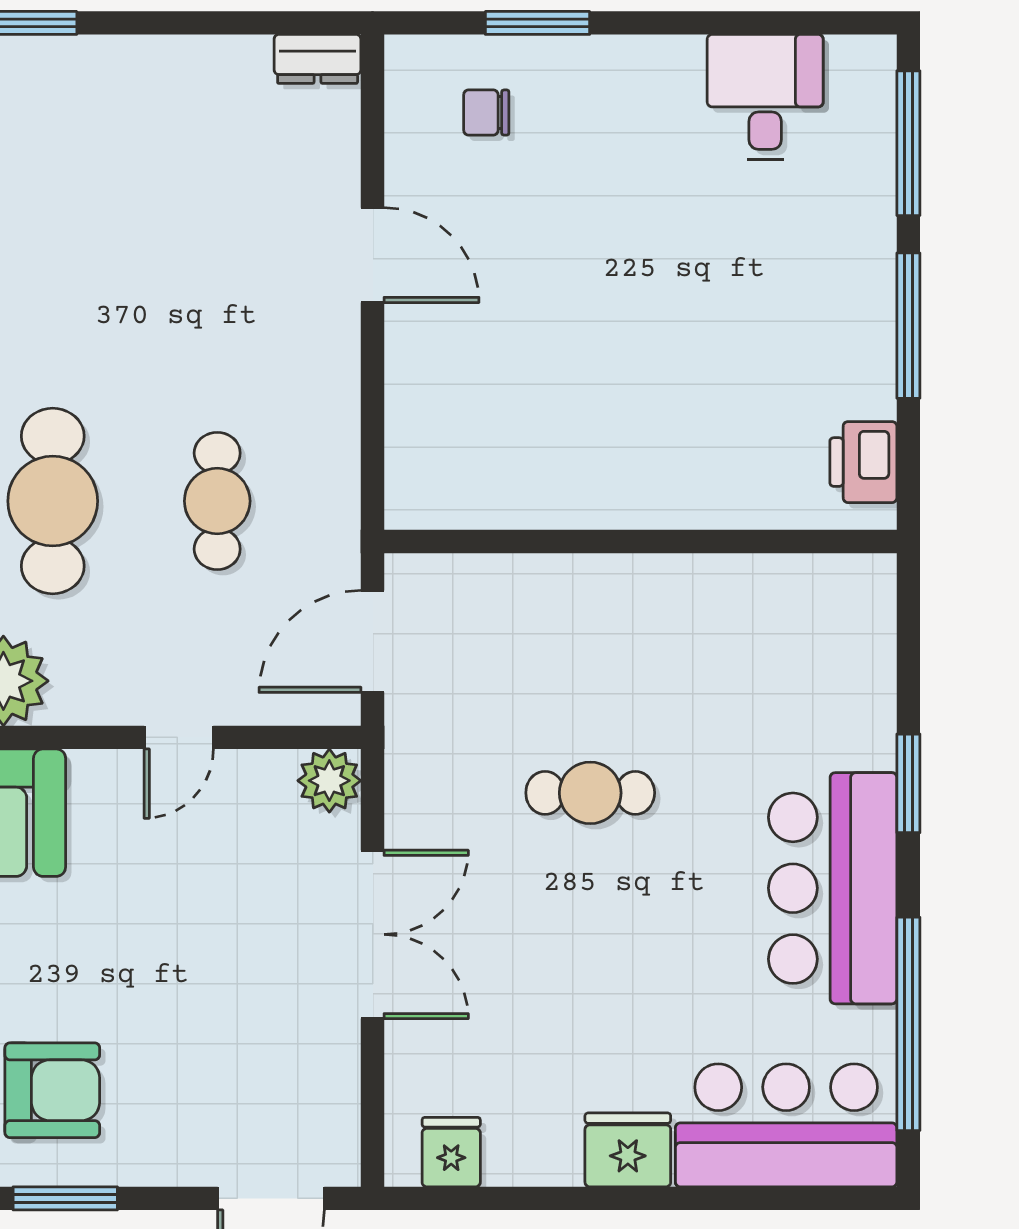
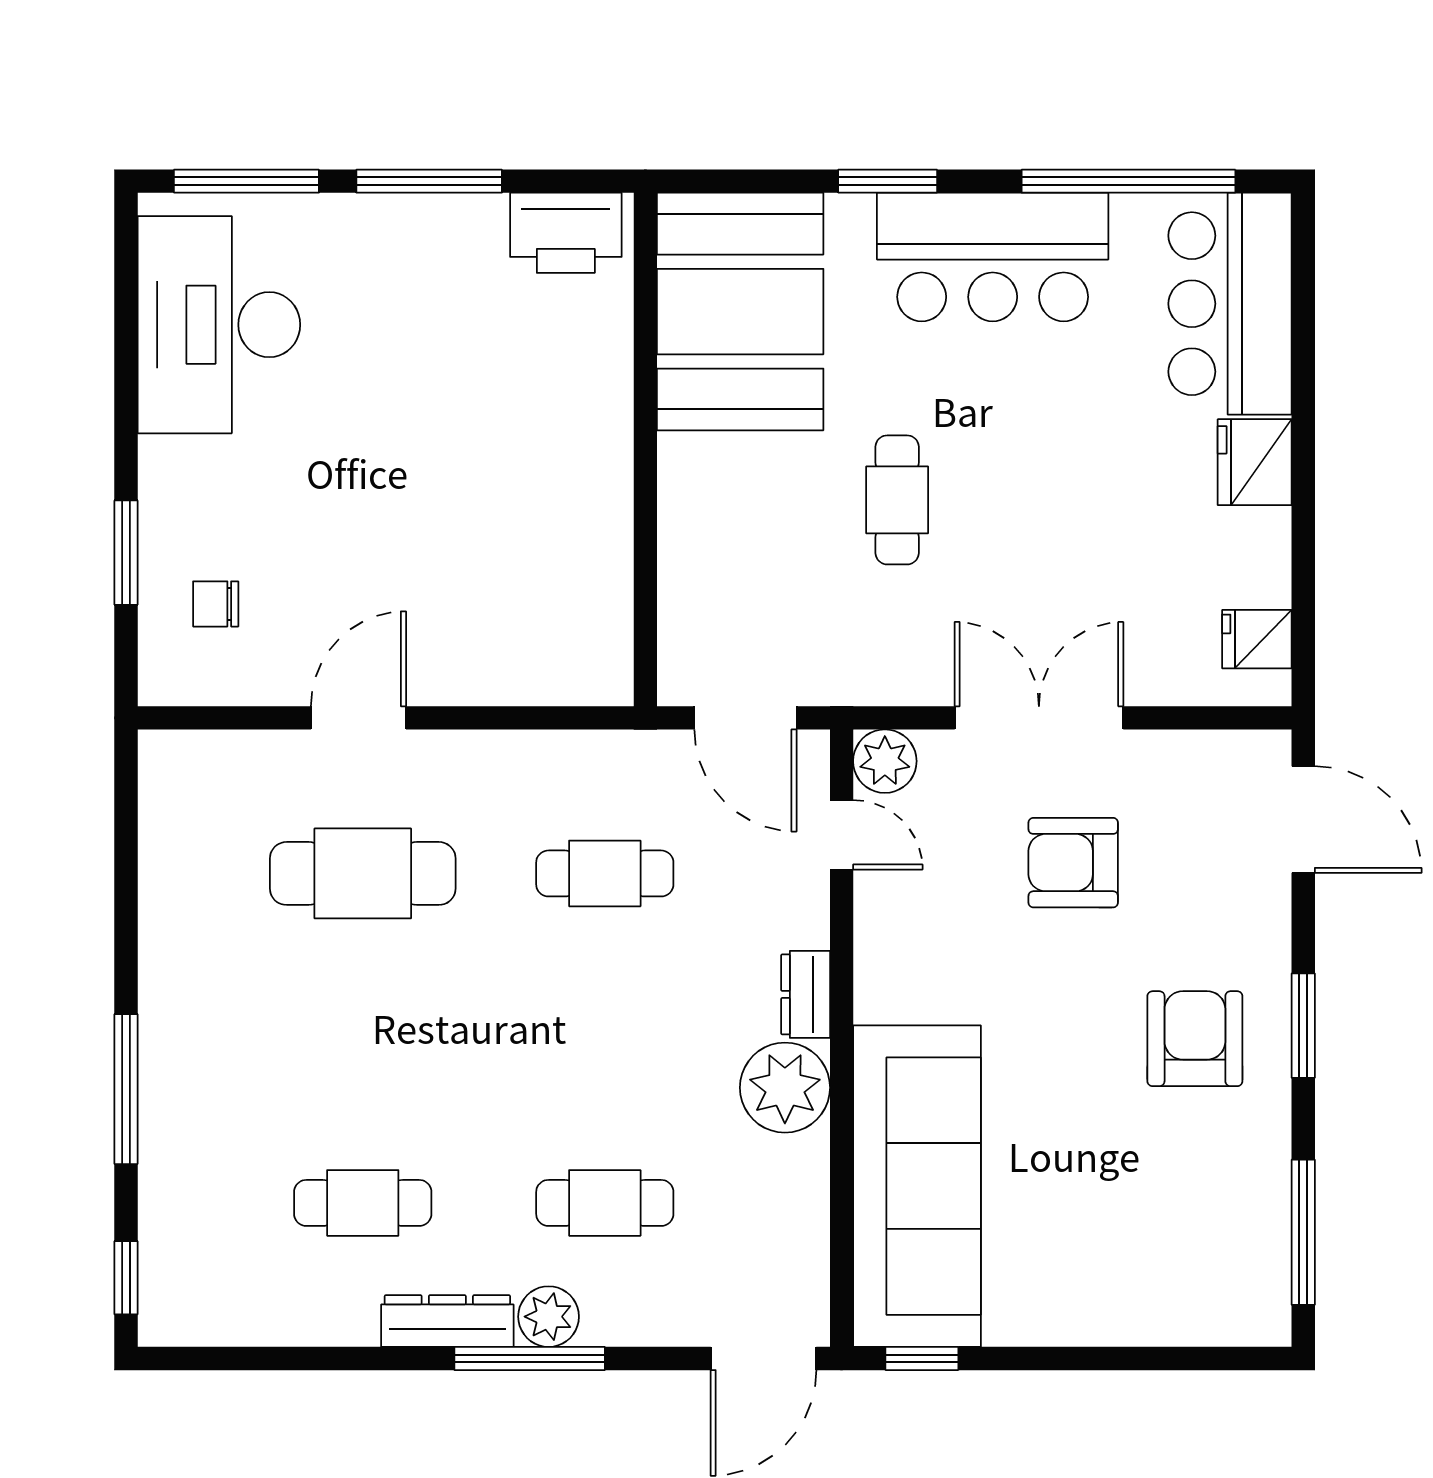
dresser: (318, 59) -> (806, 994), moved, turned 180
desk: (765, 97) -> (219, 325), width x1.87, depth x1.30
chair: (486, 112) -> (216, 604), turned 90
printer: (863, 462) -> (566, 233), width x1.37, depth x1.19
cafe table: (53, 501) -> (363, 873), moved
booth: (778, 636) -> (740, 312), added
door: (179, 737) -> (842, 835), moved
armchair: (228, 969) -> (1073, 863), added

